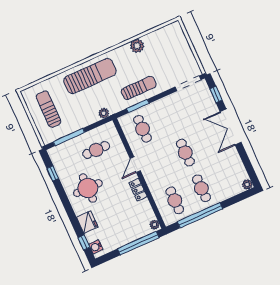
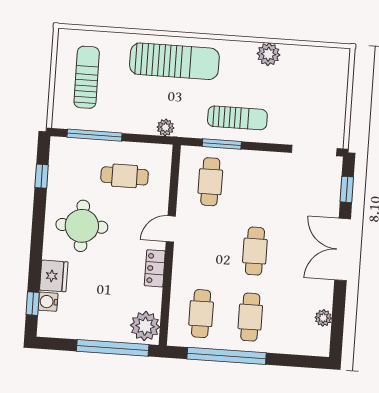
plant: (247, 184) -> (323, 318), moved
plant: (155, 225) -> (145, 326), width x1.88, depth x1.88
water cooler: (96, 247) -> (48, 302), moved

